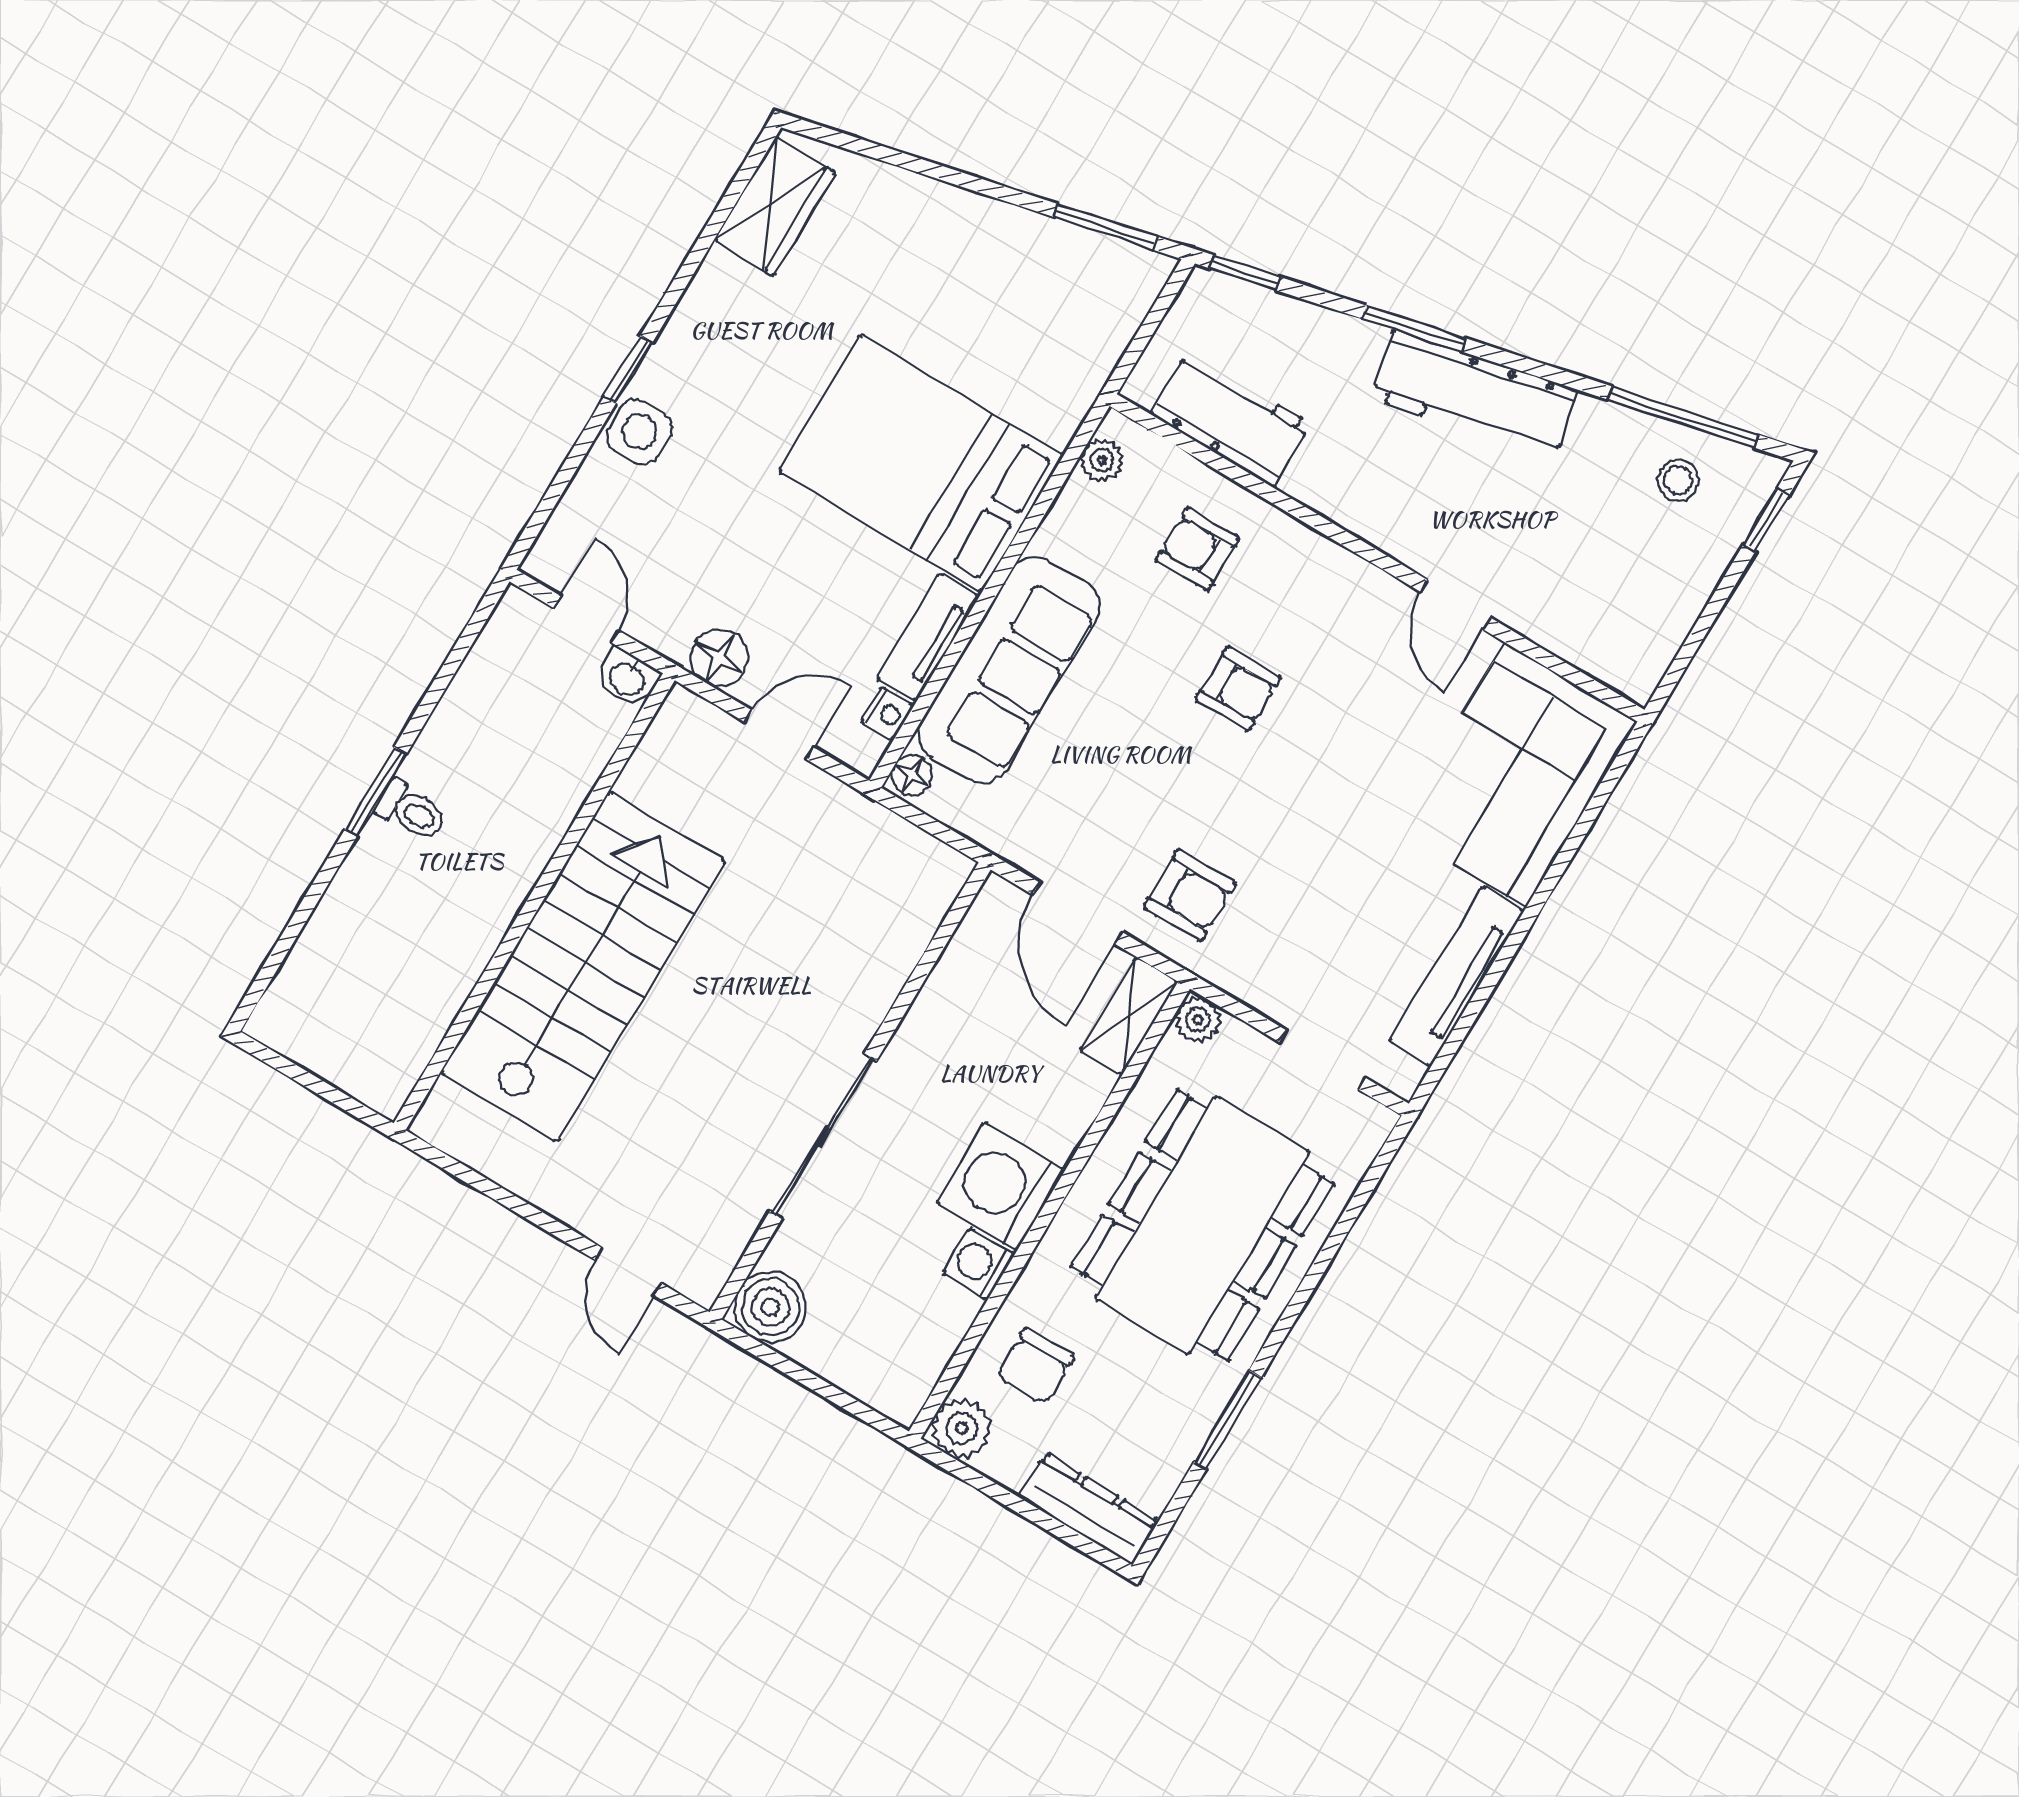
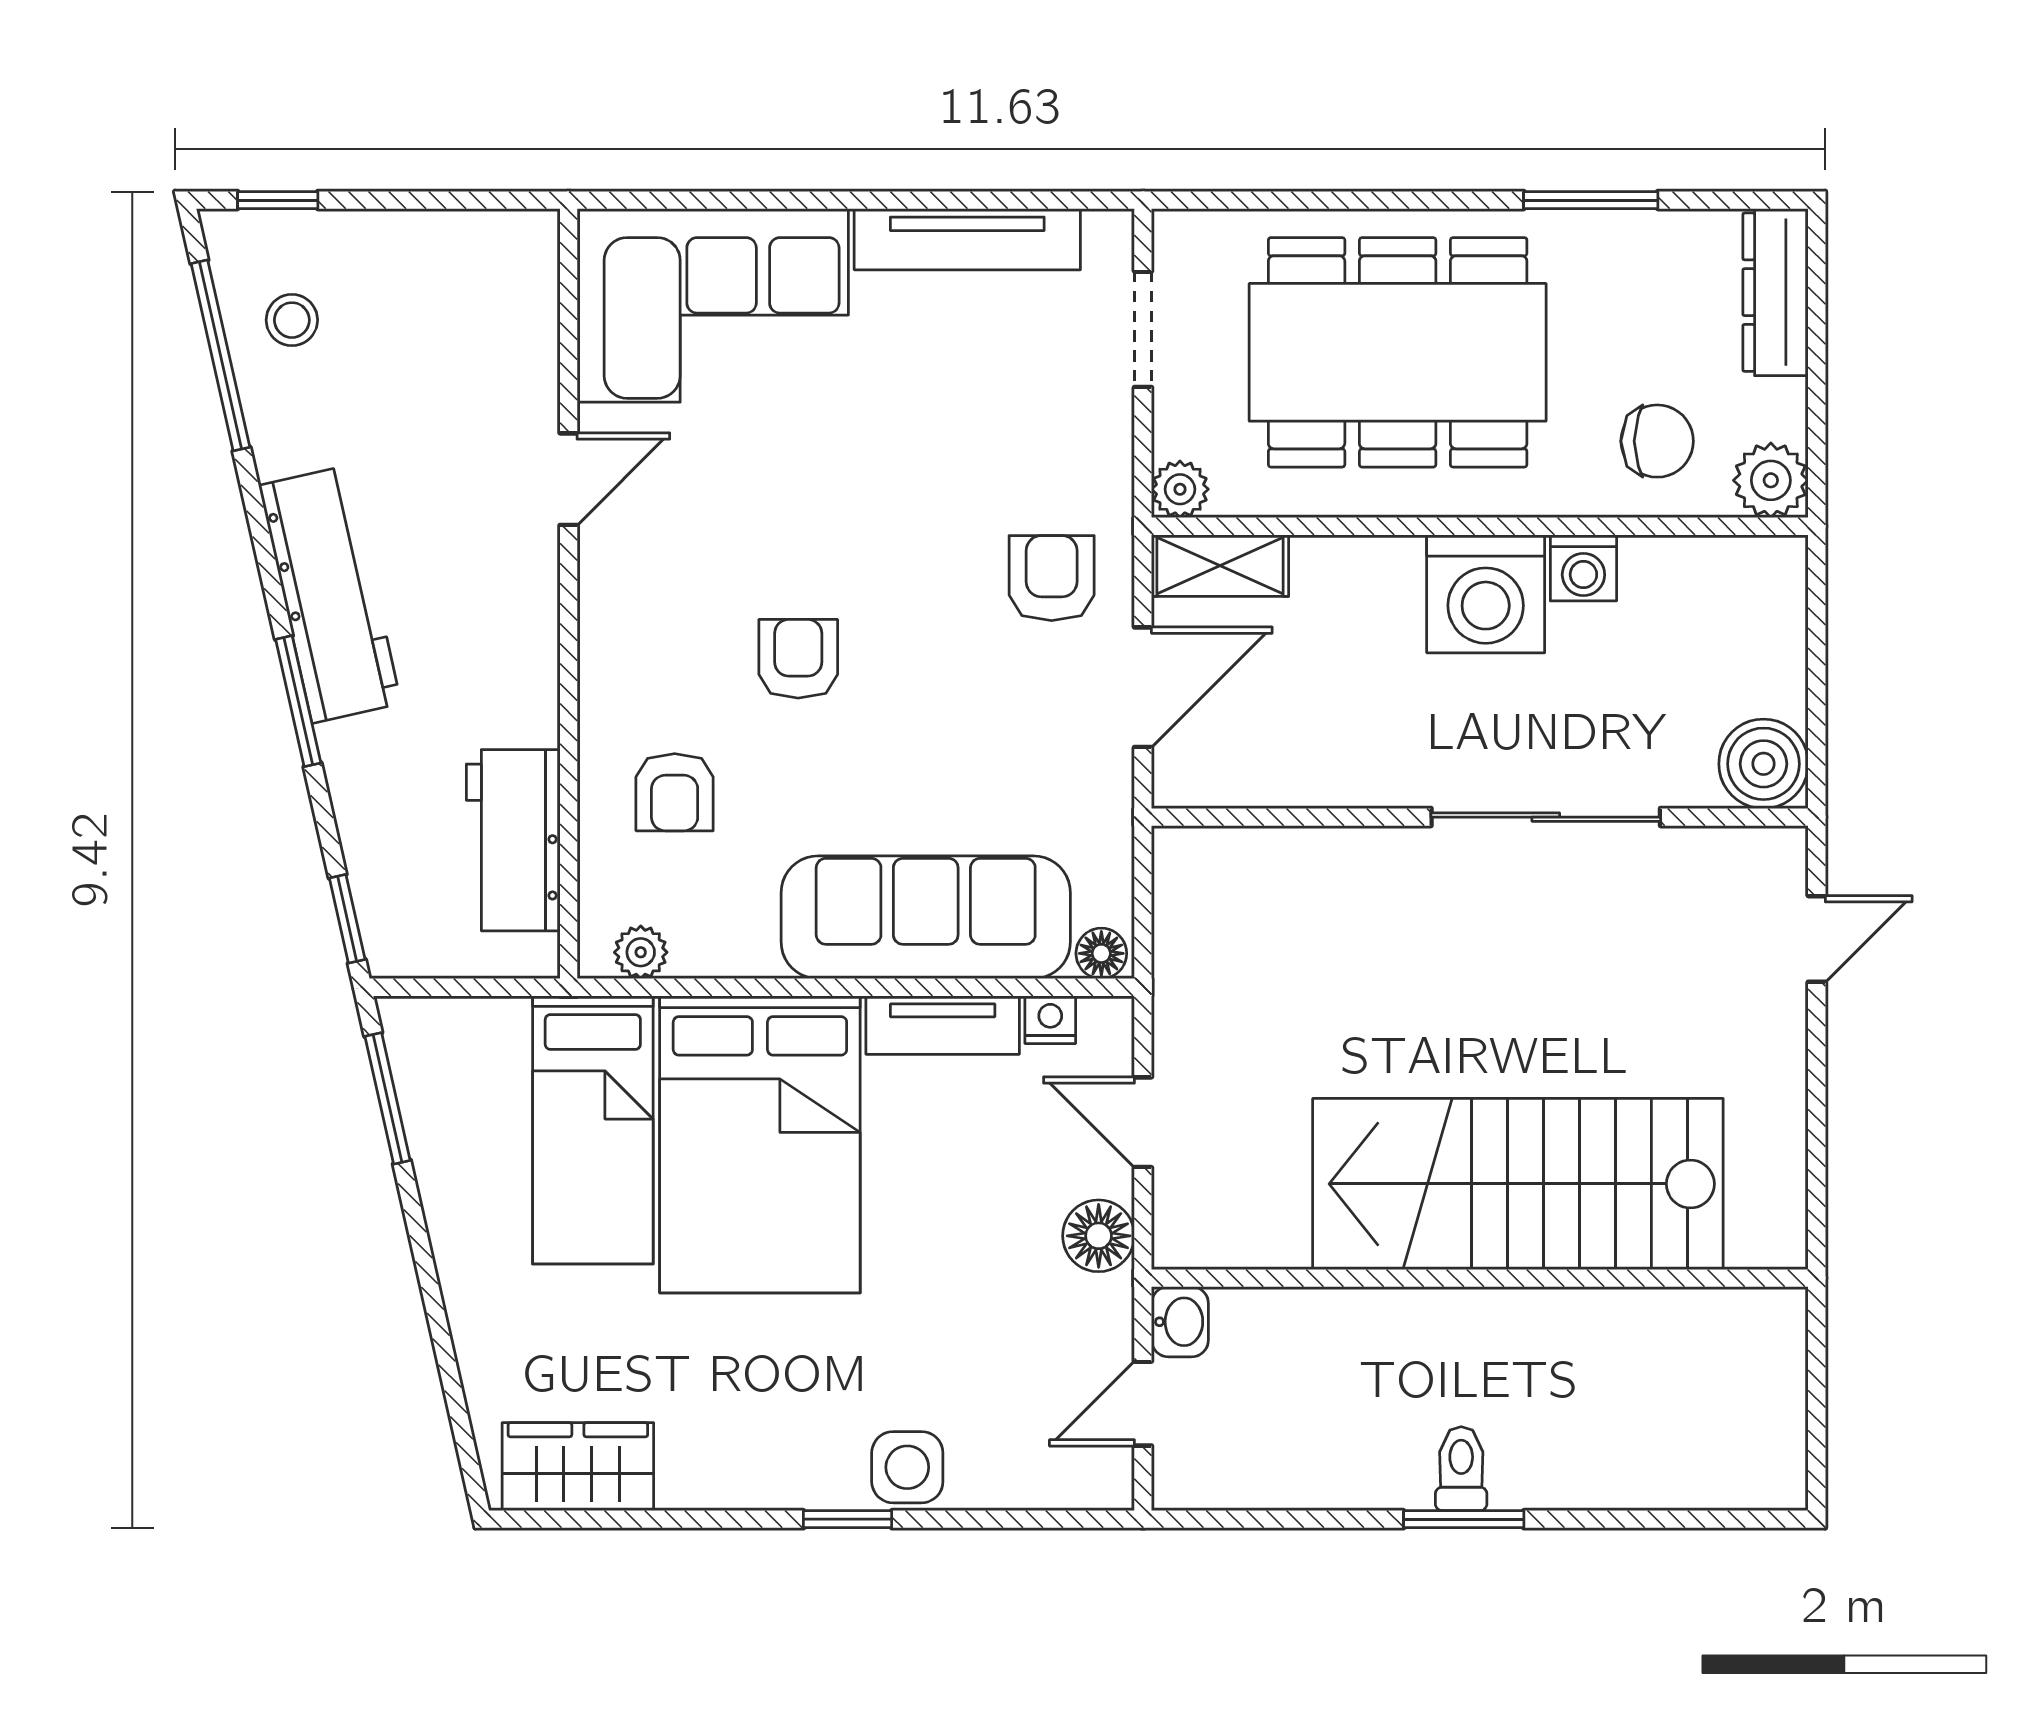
bed: (1000, 355) -> (593, 1130), added

